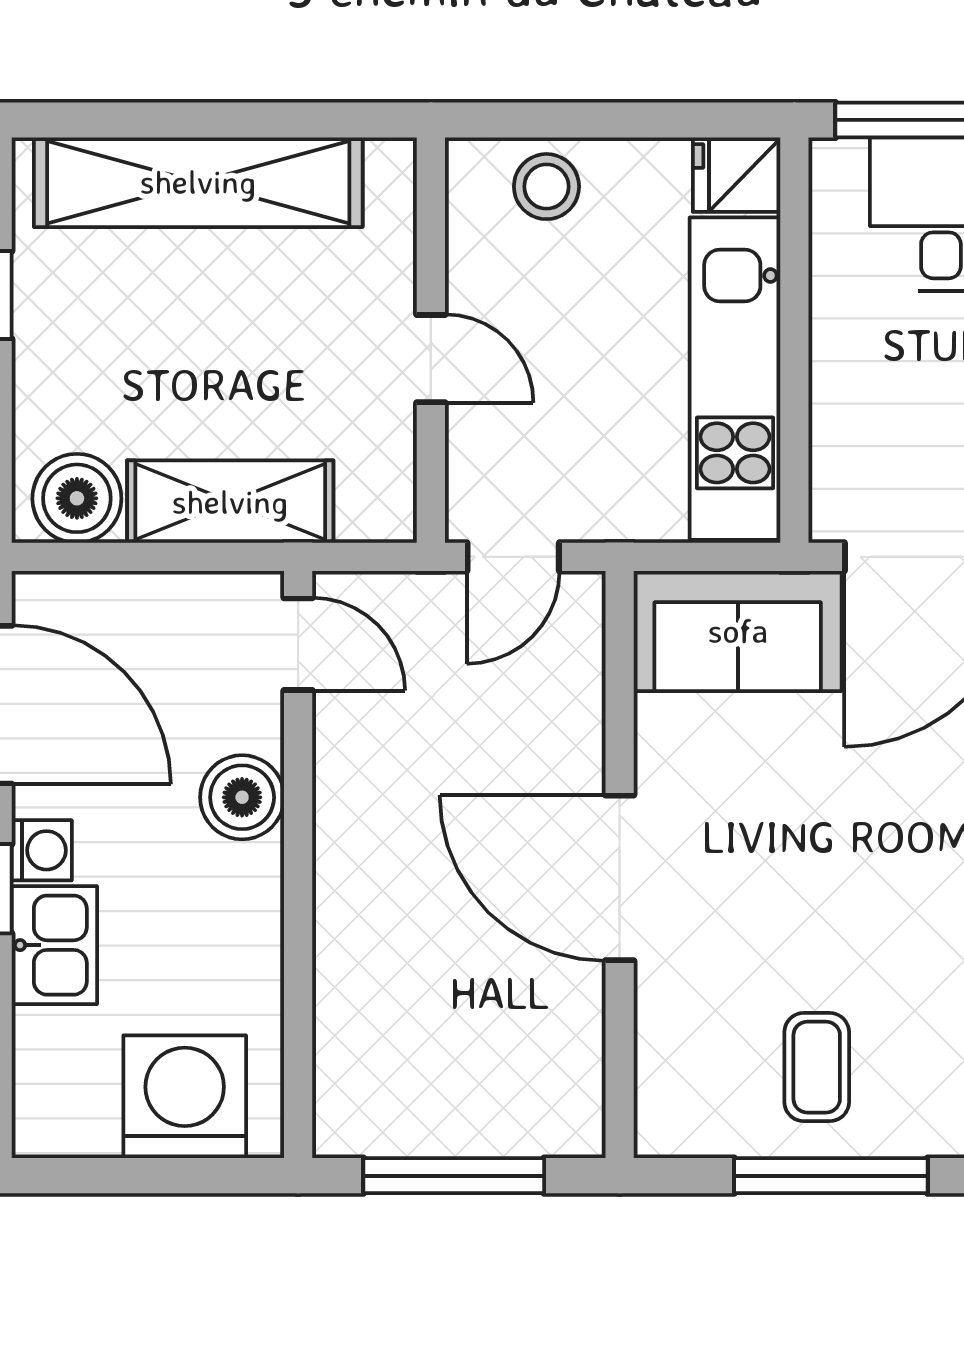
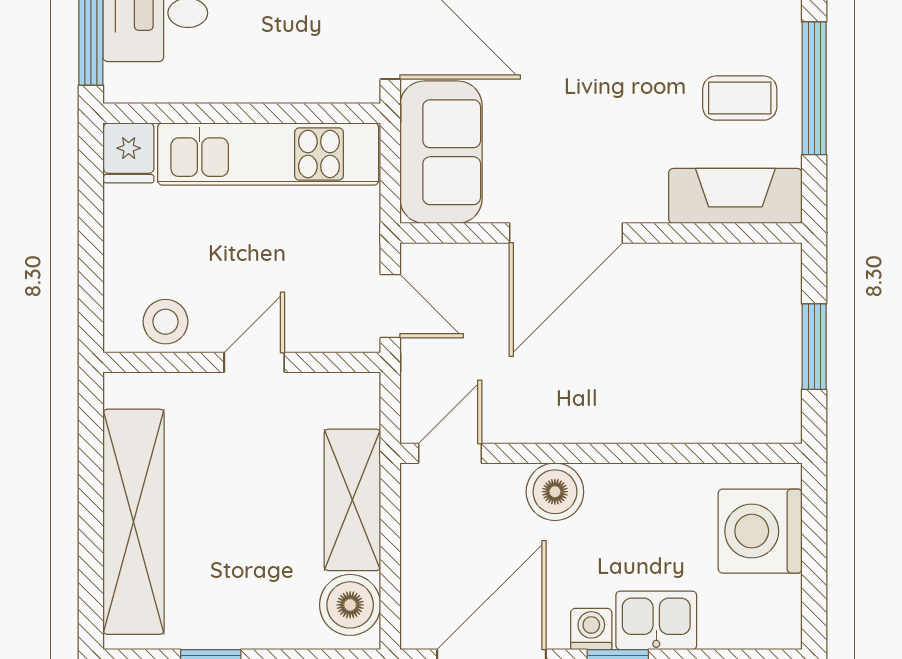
stool: (546, 187) -> (165, 322), moved
door: (620, 878) -> (566, 233), moved
fireplace: (674, 1061) -> (735, 196), added
window: (454, 1176) -> (814, 347), width x0.69

